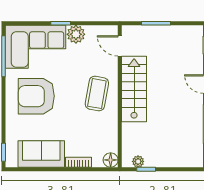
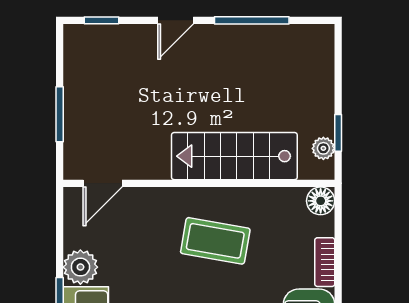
stairs: (134, 89) -> (234, 156), moved
coffee table: (97, 94) -> (215, 241), moved

